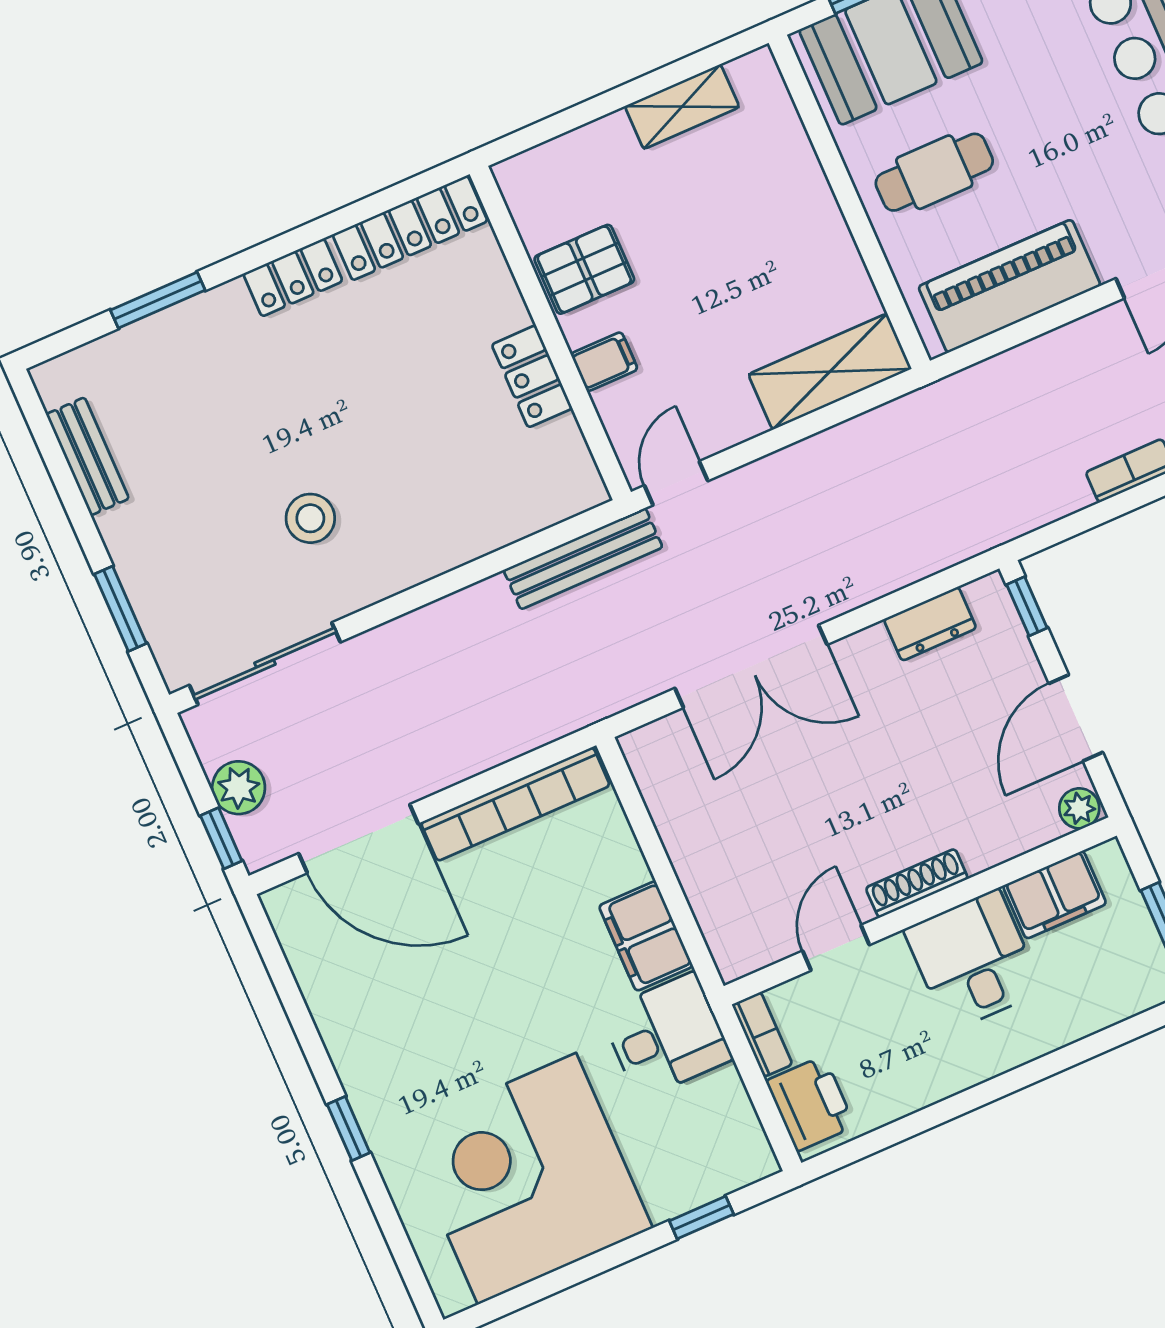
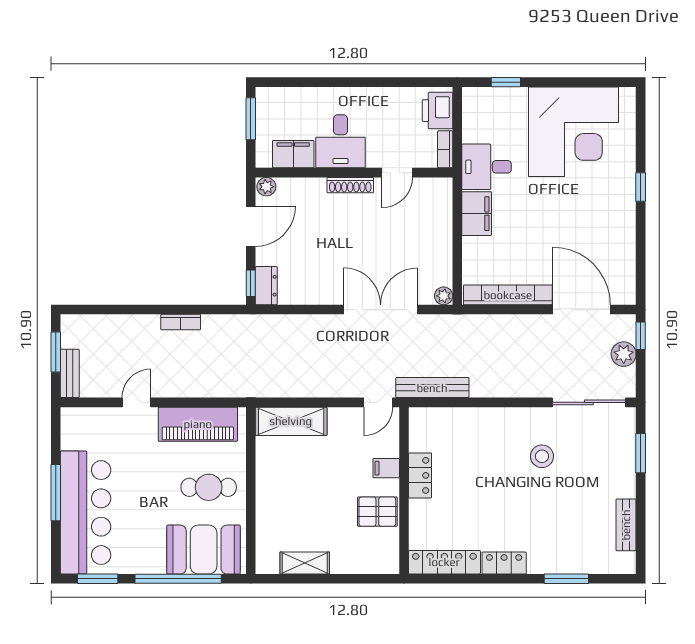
dresser: (930, 624) -> (266, 286), moved, turned 90
plant: (640, 747) -> (444, 296), added

